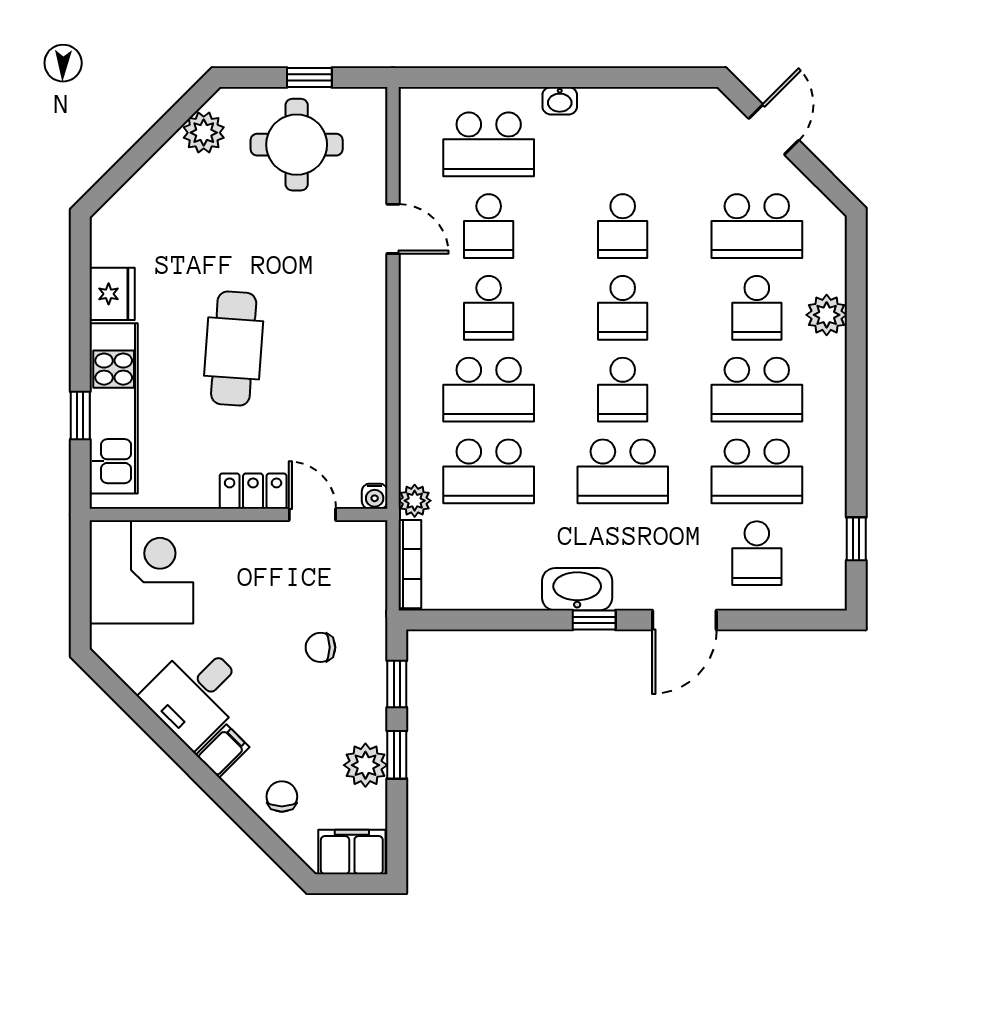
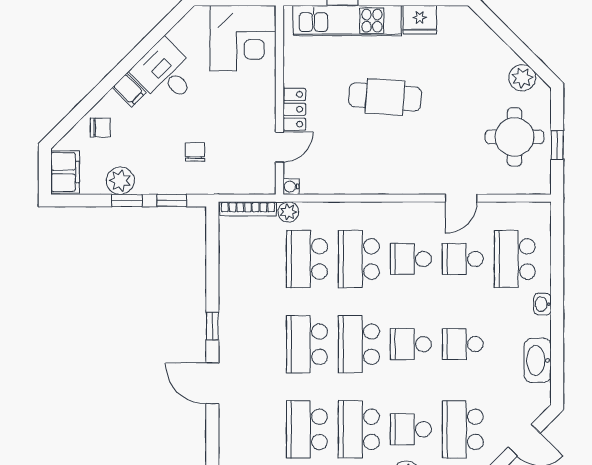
school desk: (623, 390) -> (359, 344), width x1.85
school desk: (757, 553) -> (255, 429), removed
washbasin: (577, 589) -> (538, 360), moved, turned 180

